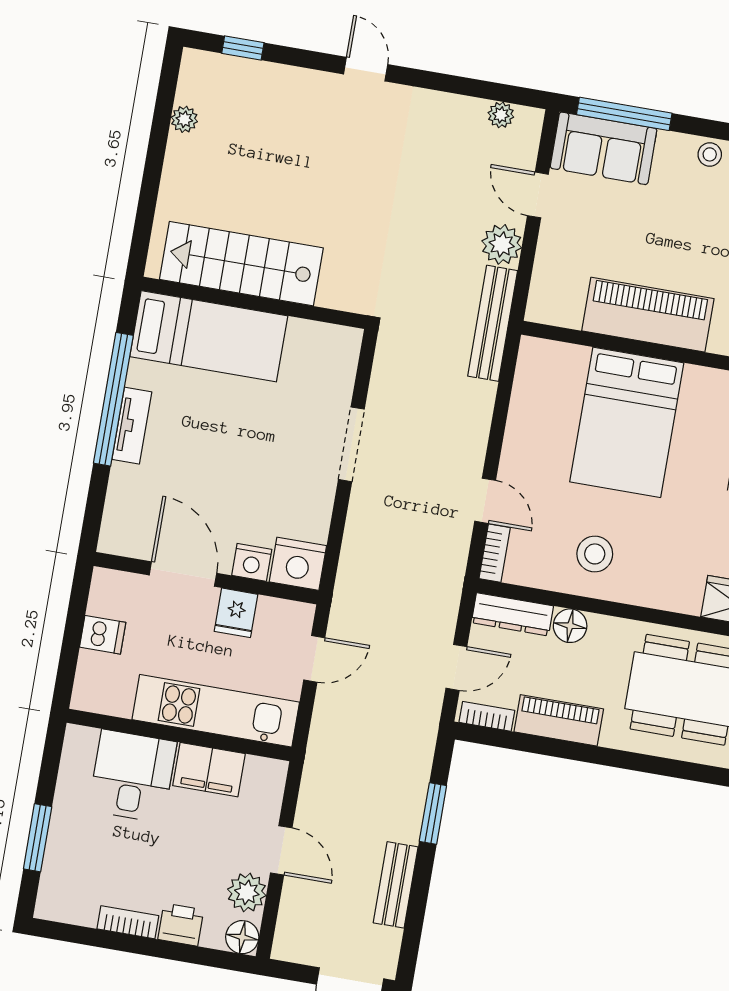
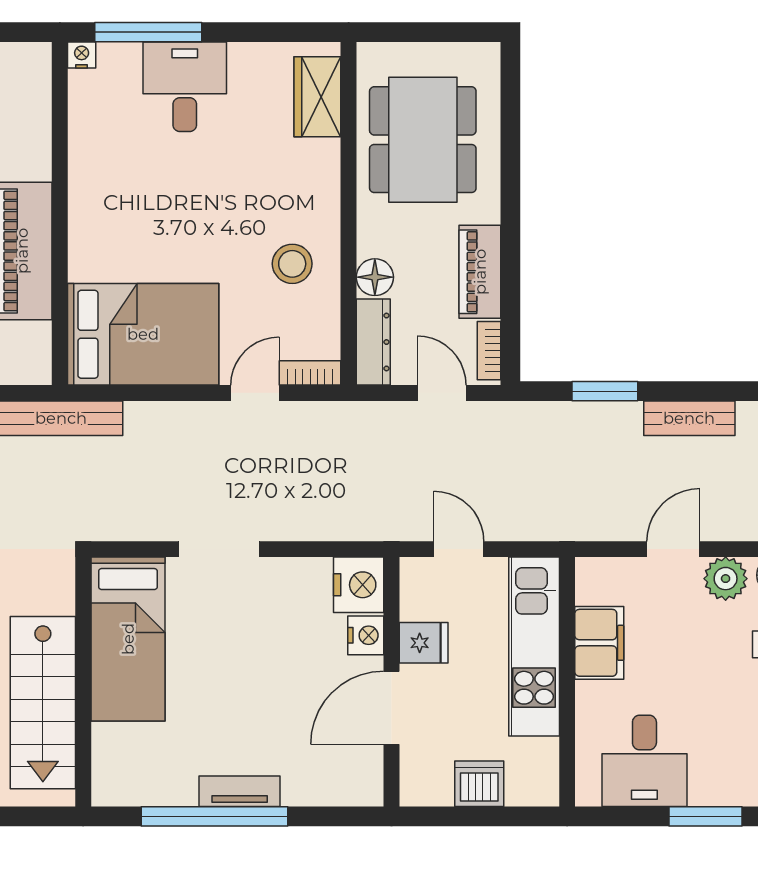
bed: (209, 336) -> (128, 639), moved, turned 180
bed: (627, 422) -> (143, 334), moved
dishwasher: (103, 635) -> (479, 784), width x1.38
desk: (132, 776) -> (644, 761), moved, turned -90

